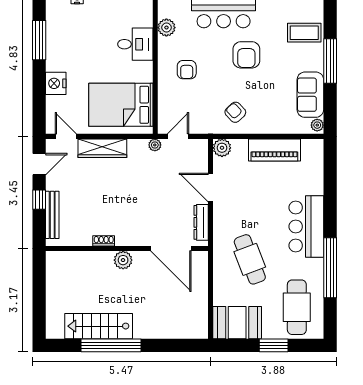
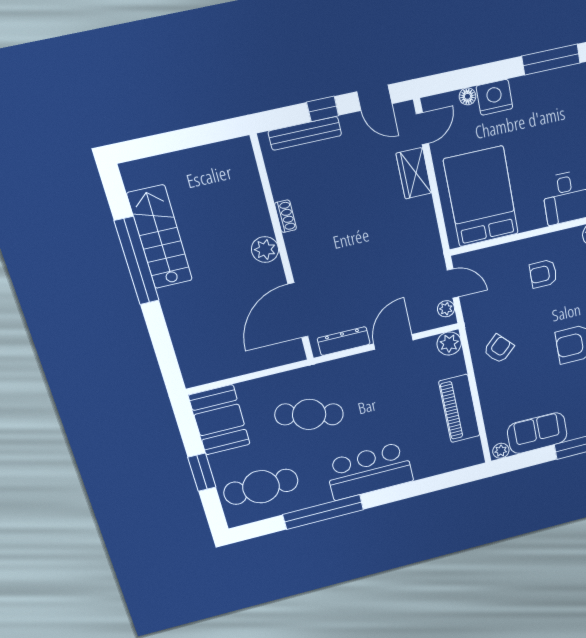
floor lamp: (51, 102) -> (468, 96), added
plant: (155, 145) -> (446, 309), moved
wardrobe: (102, 148) -> (414, 173), width x0.67
cafe table: (250, 259) -> (309, 414), turned 36

